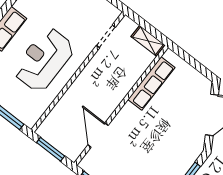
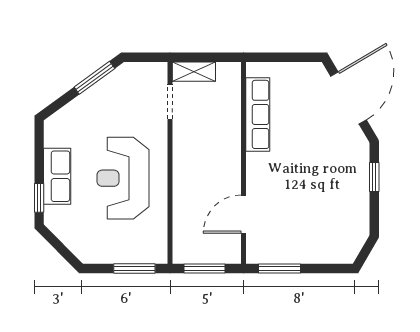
shelving: (148, 41) -> (194, 72), moved
door: (98, 135) -> (243, 214), hinge flipped

